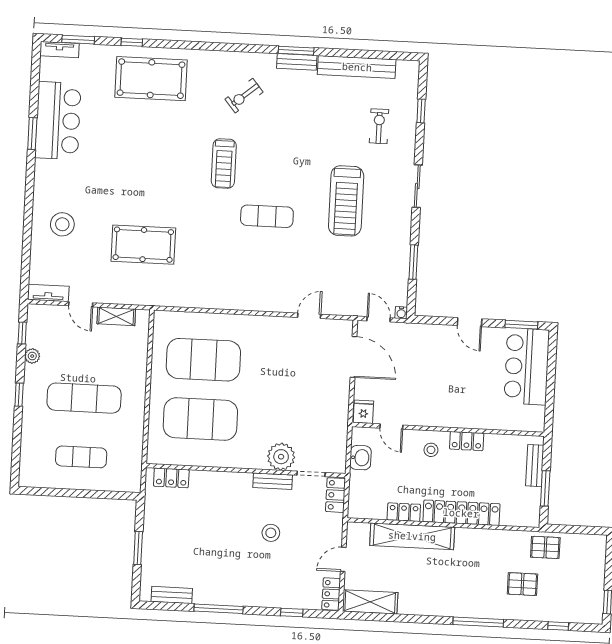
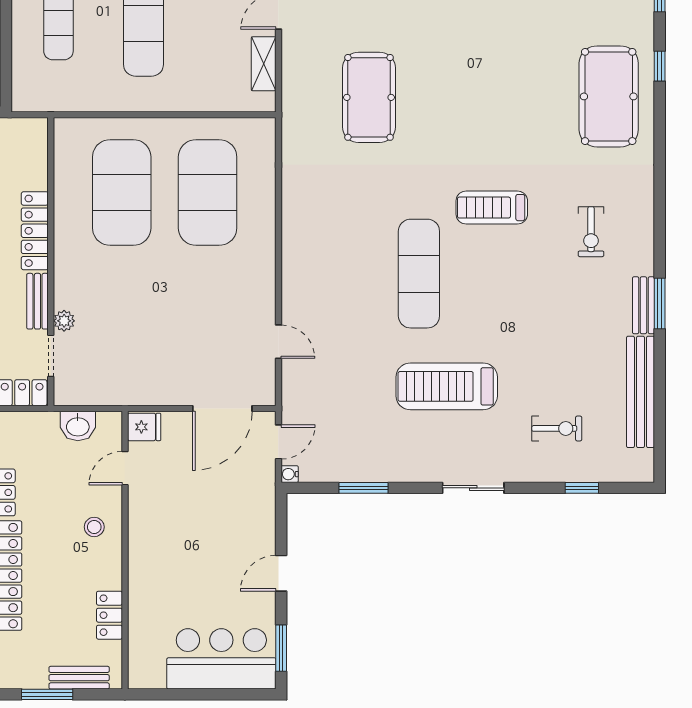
exercise bike: (244, 96) -> (591, 232), turned -140
exercise mat: (267, 216) -> (419, 274), width x1.36, depth x1.45
locker: (467, 441) -> (109, 615), moved
plant: (281, 457) -> (64, 321), width x0.53, depth x0.53
locker: (171, 478) -> (35, 231), moved, width x1.53

